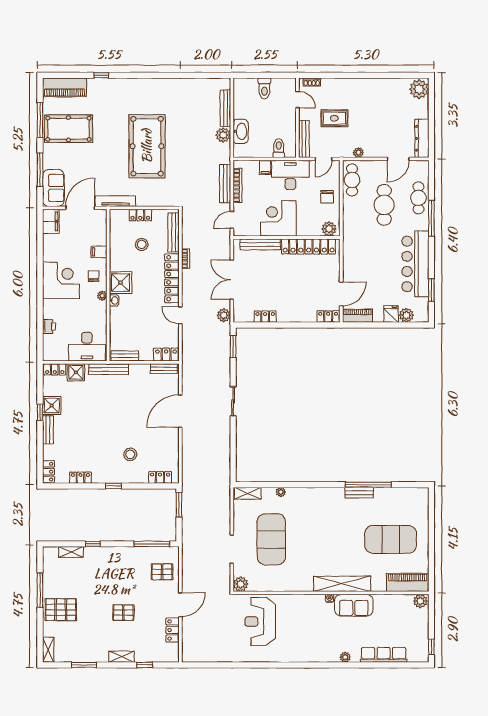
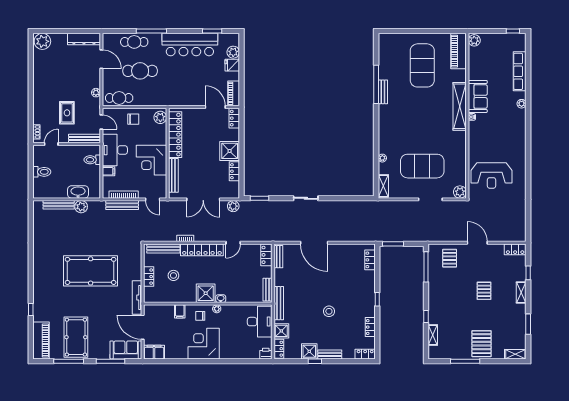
shower: (289, 311) -> (230, 151), added
printer: (49, 326) -> (266, 354), moved
stool: (130, 454) -> (329, 311), moved
locker: (173, 630) -> (515, 249), moved

